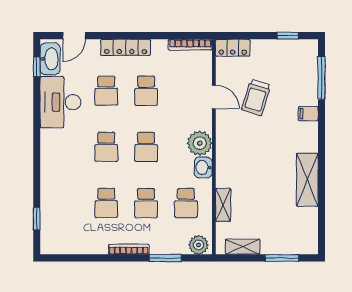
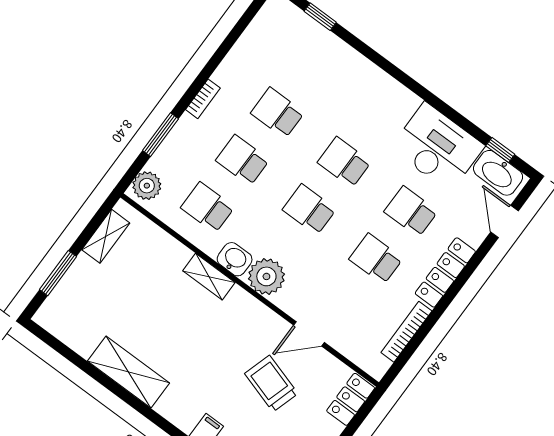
bookcase: (190, 45) -> (406, 332), moved
shelving: (223, 205) -> (209, 277), moved
bookcase: (129, 249) -> (203, 99), width x0.64

